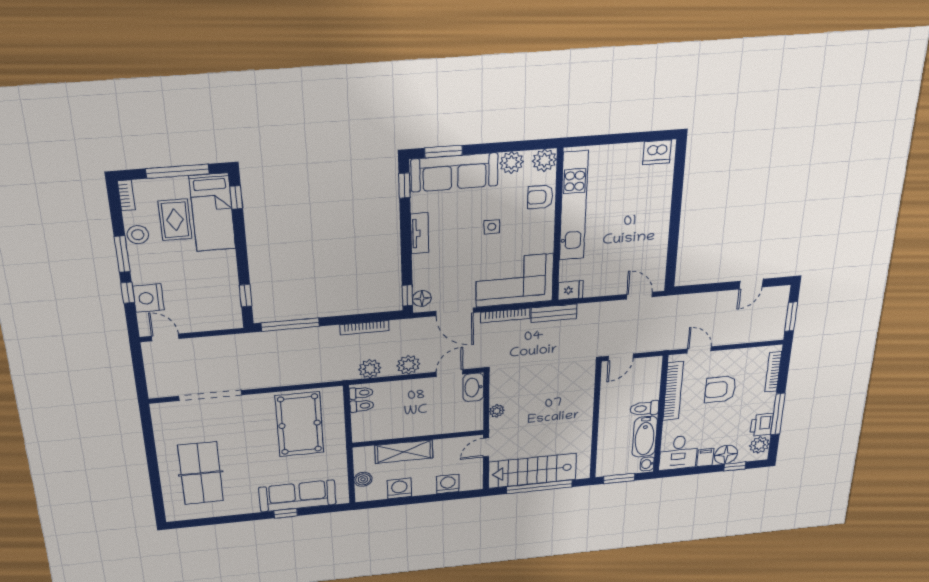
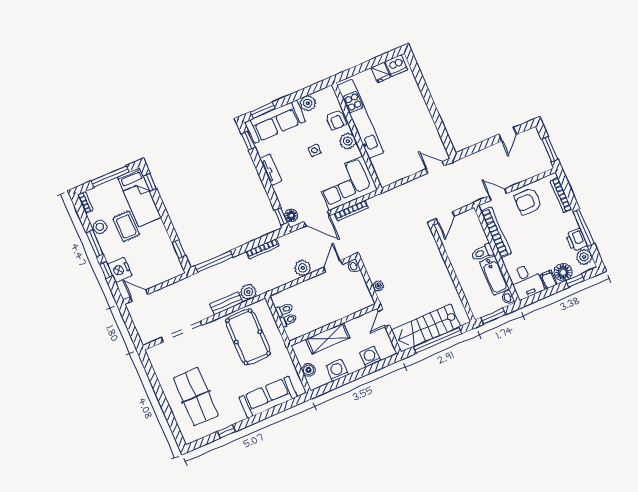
plant: (544, 160) -> (348, 141), moved
armchair: (540, 197) -> (336, 120), turned -90
rug: (175, 220) -> (126, 226), moved
fridge: (570, 290) -> (381, 72), moved, turned 90
bench: (554, 313) -> (226, 303), moved
plant: (370, 369) -> (248, 292), moved
washbasin: (473, 387) -> (354, 266), width x0.52, depth x0.69
armchair: (720, 389) -> (528, 201), moved
toilet: (361, 393) -> (288, 320), moved
window: (286, 513) -> (226, 431), moved

